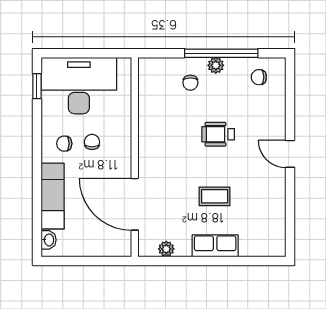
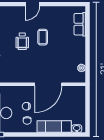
coffee table: (215, 196) -> (43, 37), moved
door: (135, 204) -> (48, 84), moved
row of seats: (215, 246) -> (80, 24), moved

